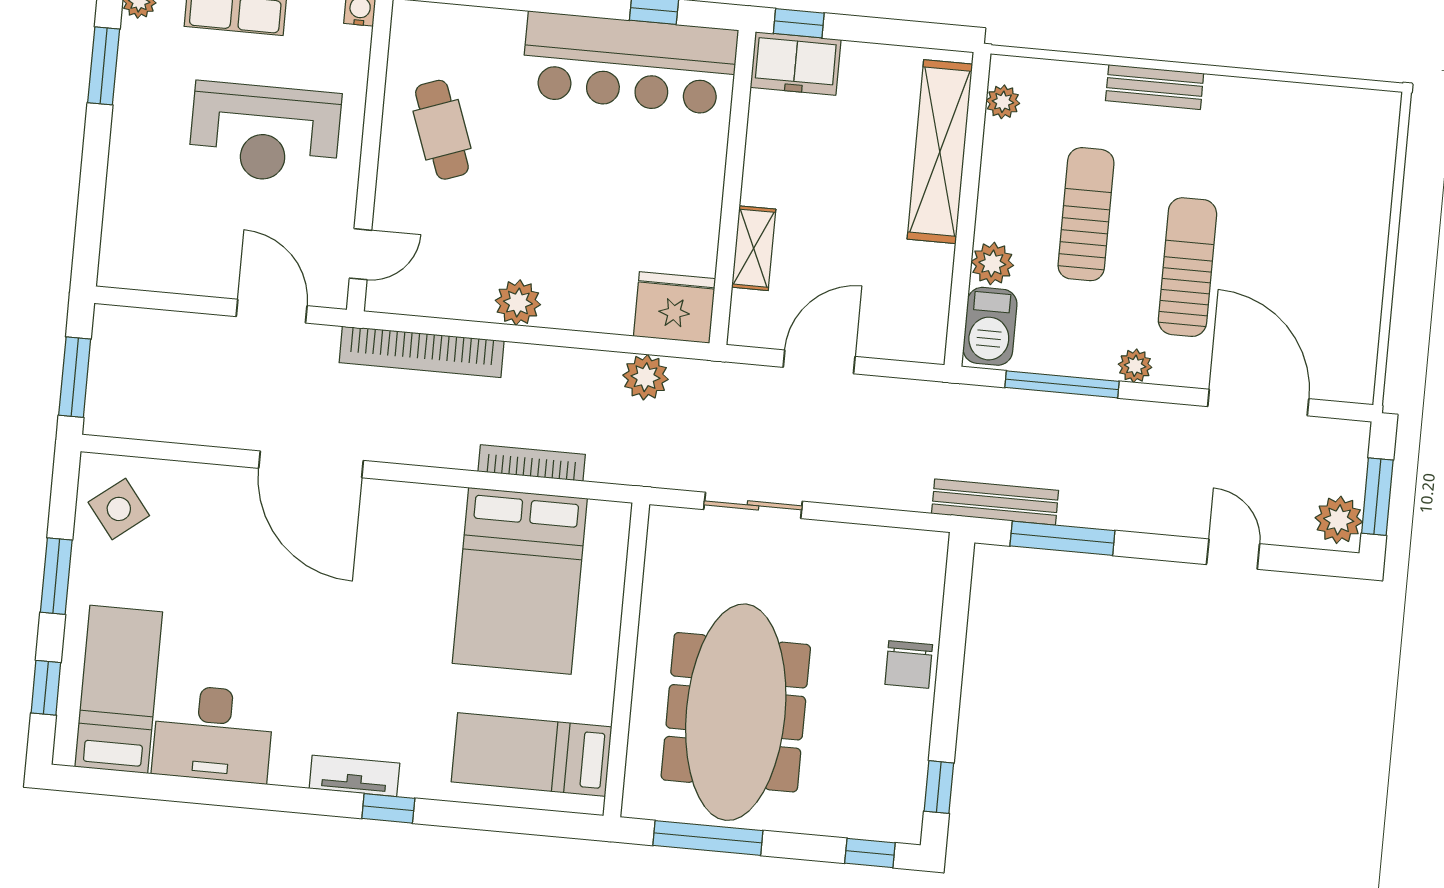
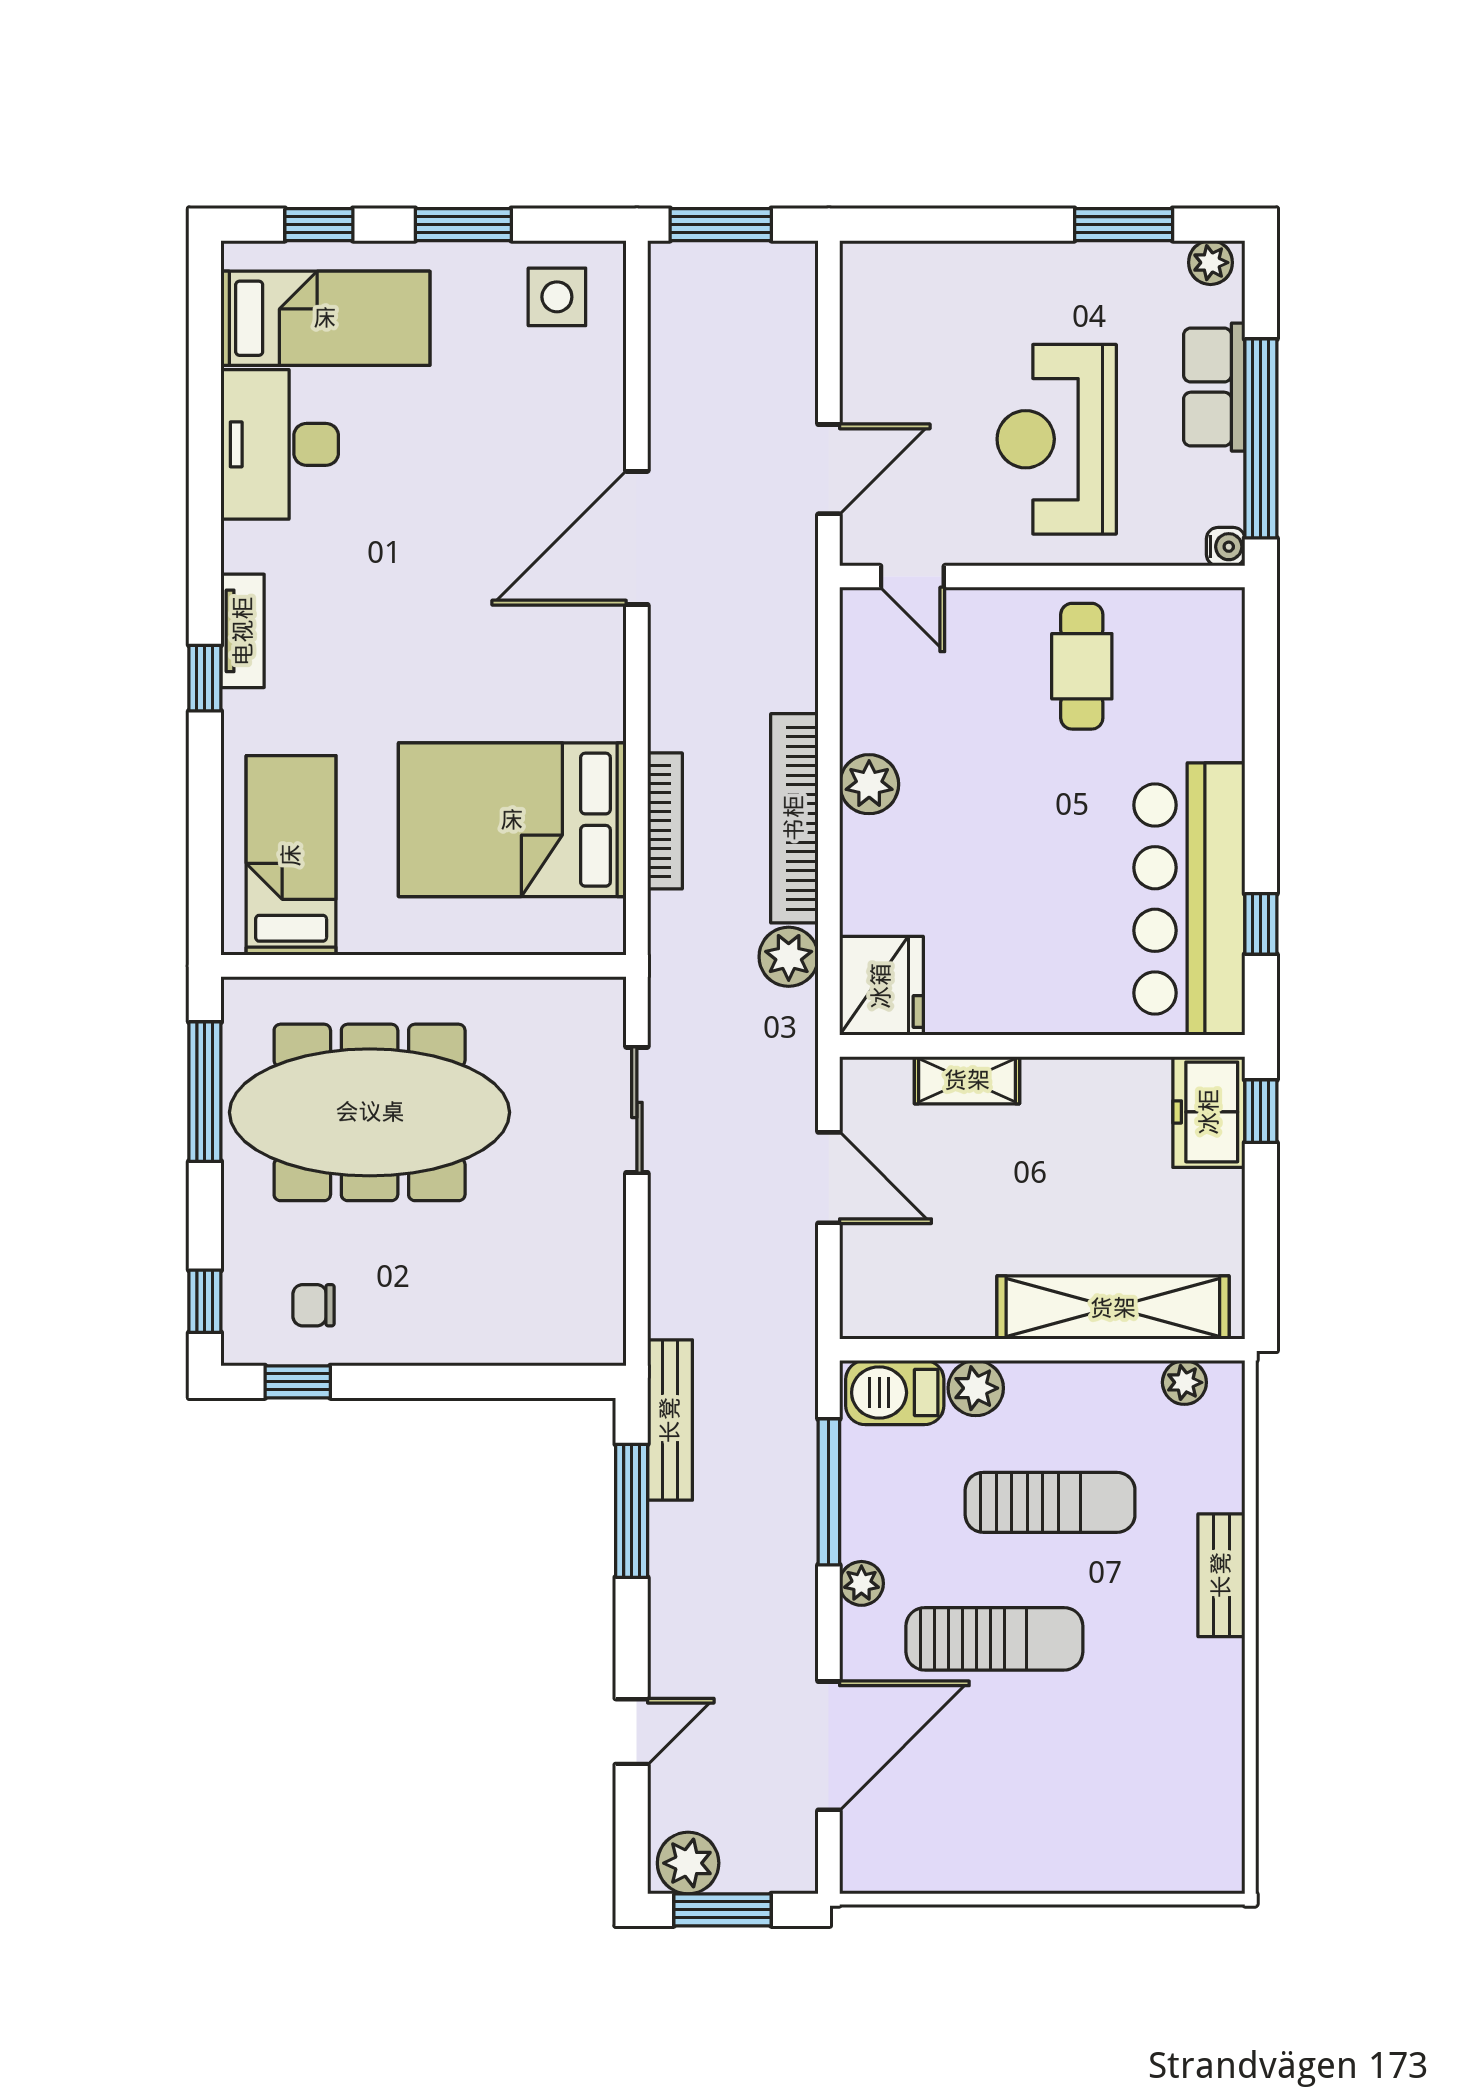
cafe table: (442, 130) -> (1082, 666), turned -70
bookcase: (422, 352) -> (794, 818), moved
side table: (119, 509) -> (557, 297), turned 38
chair: (909, 664) -> (313, 1305), moved, width x0.73, depth x0.73

